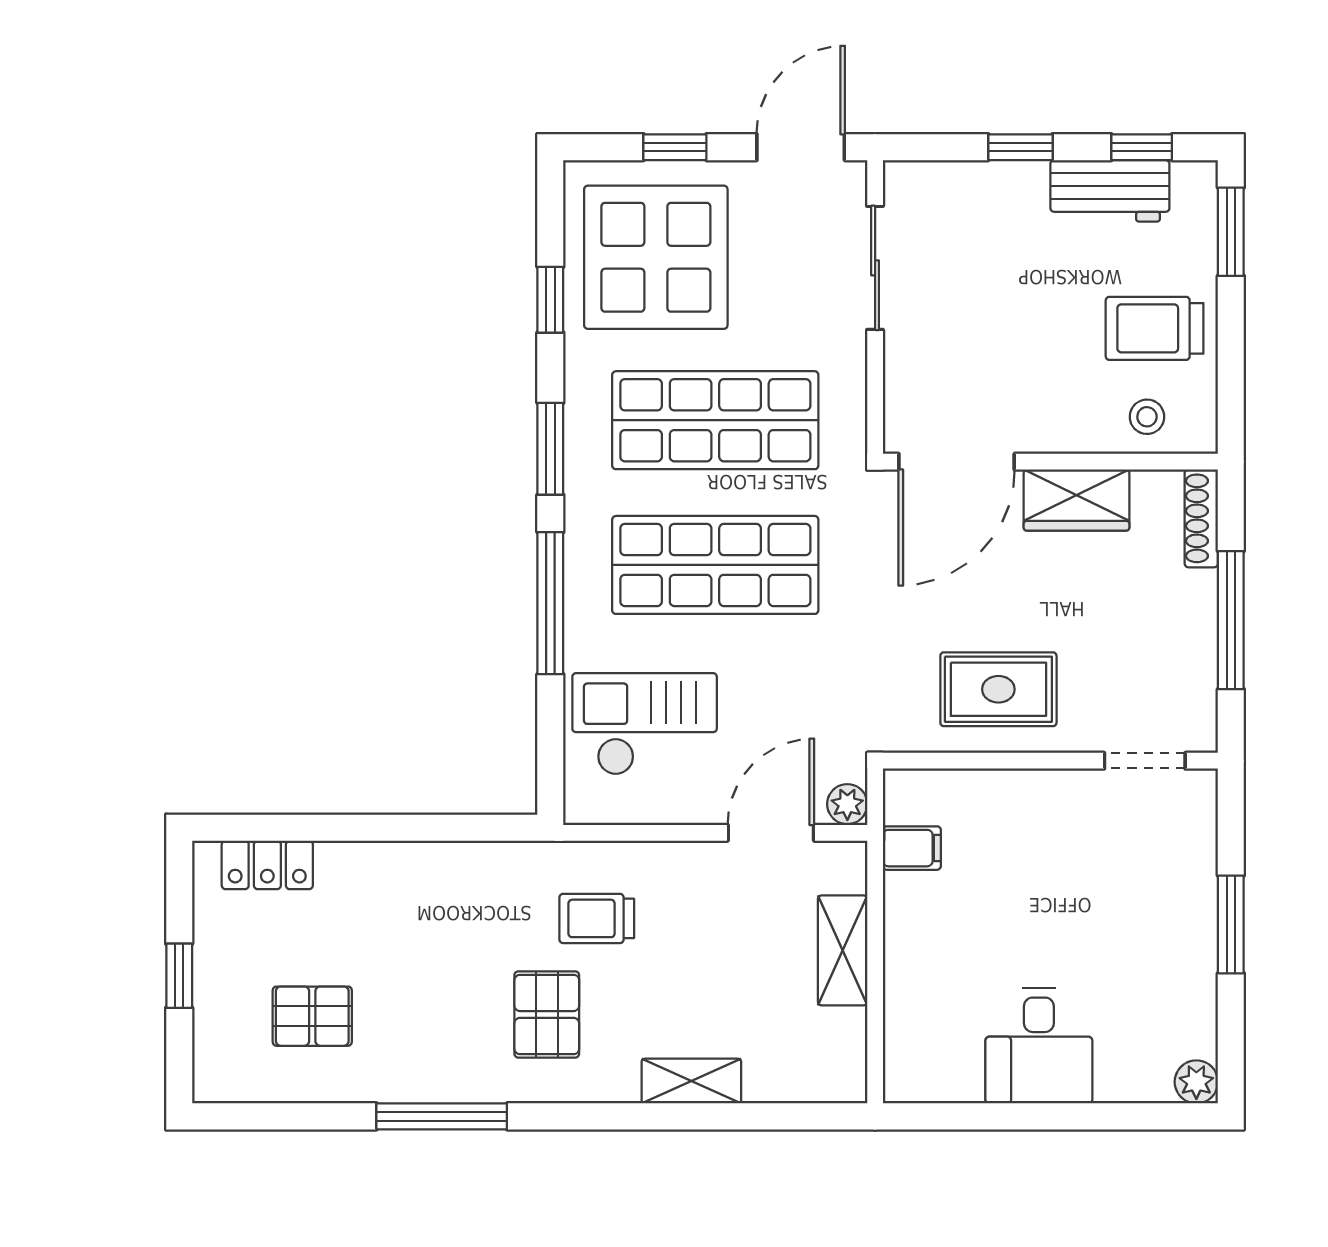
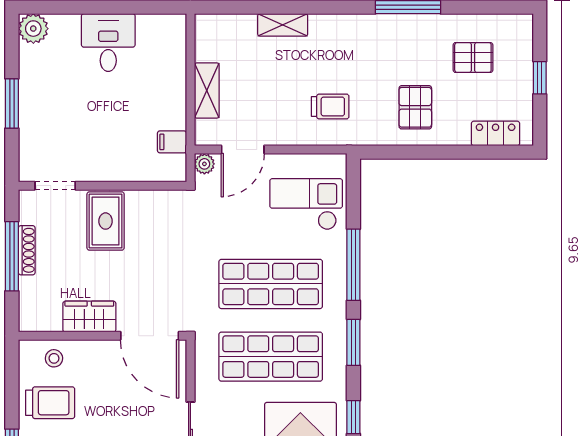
door: (957, 462) -> (150, 336), swing flipped
shoe rack: (1201, 518) -> (27, 250), moved
rug: (998, 689) -> (106, 221), moved, turned 90
checkout: (645, 724) -> (306, 204), turned 180
pallet: (547, 1014) -> (415, 107), moved
plant: (1196, 1082) -> (33, 29), width x1.38, depth x1.38

